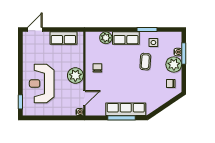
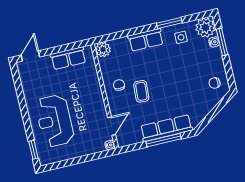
plant: (106, 38) -> (103, 50), moved
coffee table: (145, 62) -> (141, 91), moved
plant: (174, 64) -> (205, 28), moved
plant: (75, 75) -> (94, 101), removed

